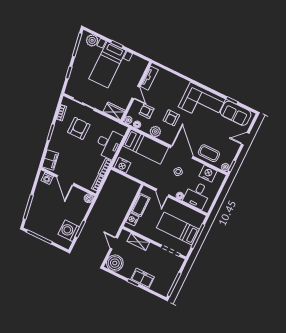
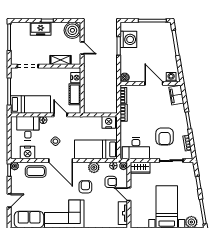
desk: (109, 144) -> (136, 148), moved, turned -90
bed: (178, 228) -> (31, 104), moved

